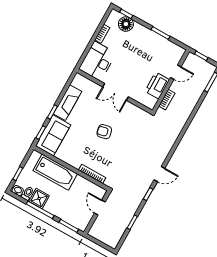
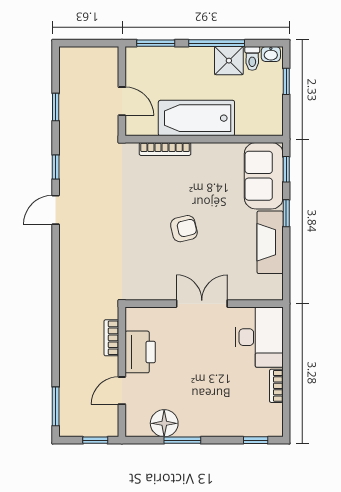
floor lamp: (126, 24) -> (164, 423), moved
bathtub: (55, 172) -> (196, 118), moved

